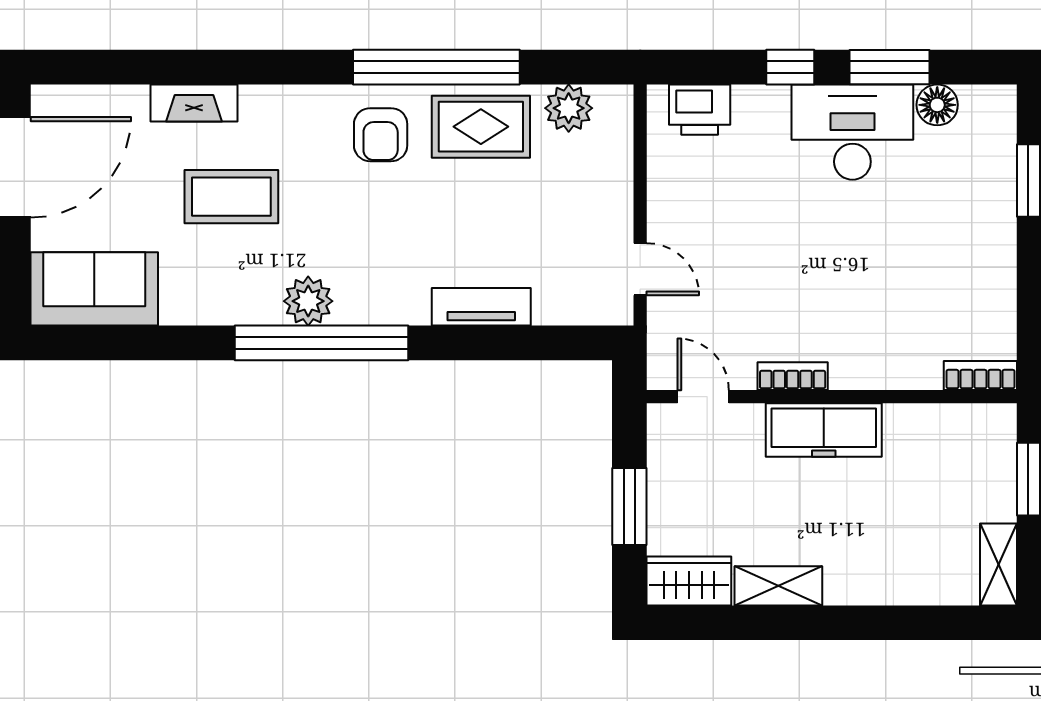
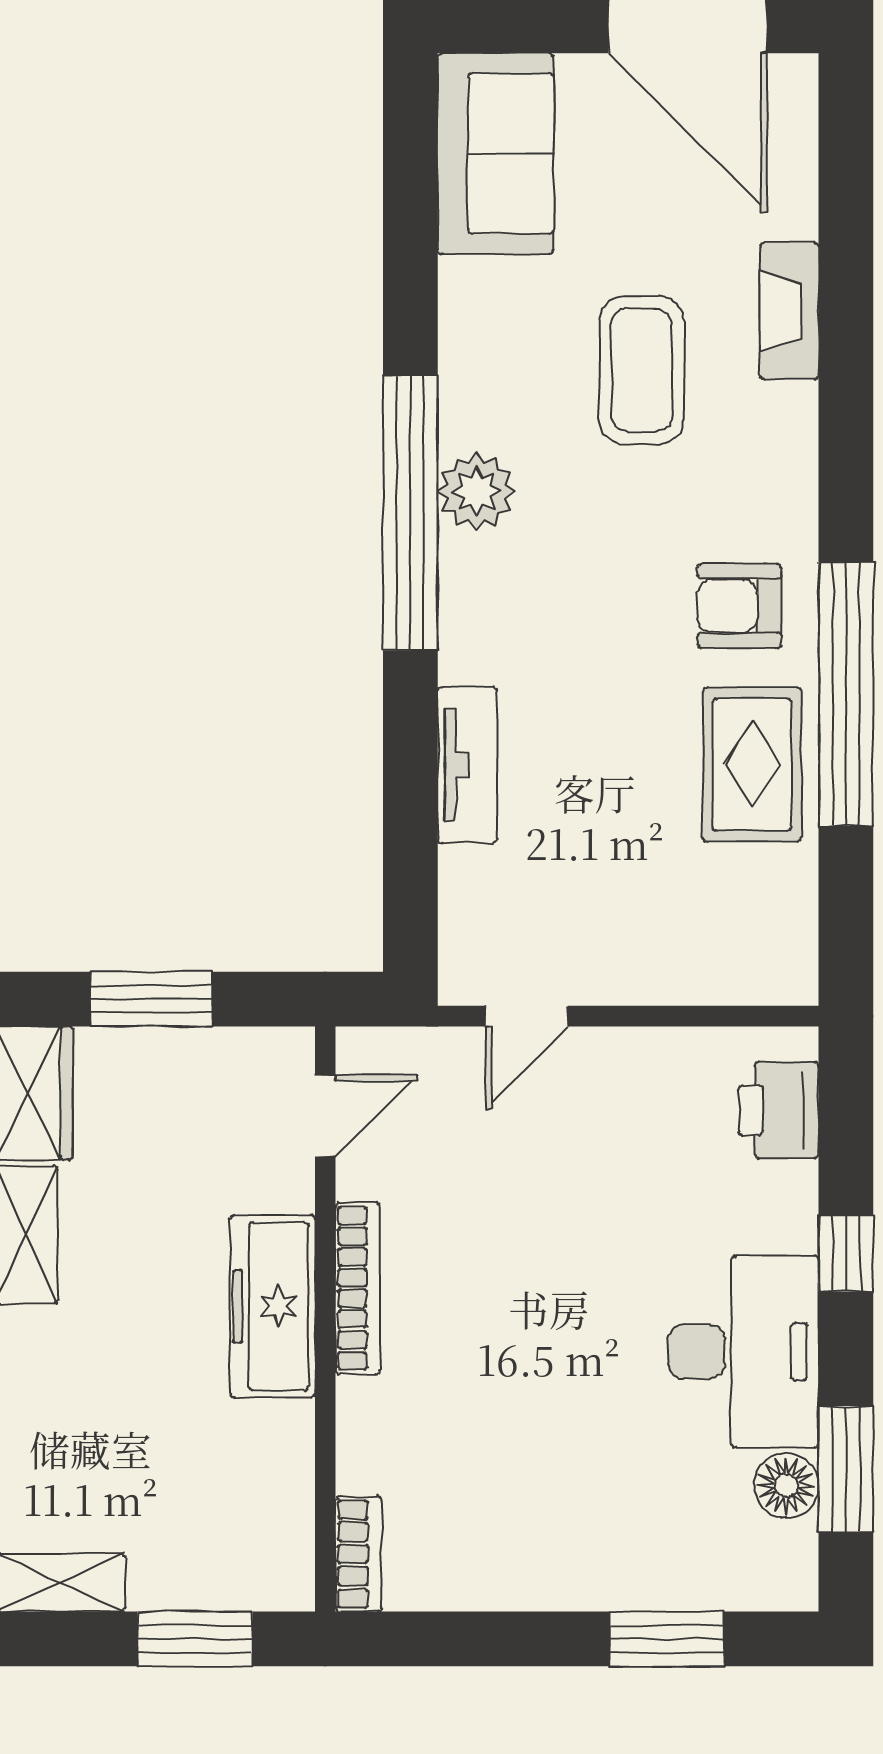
window: (890, 67) -> (846, 1469), moved
plant: (569, 108) -> (781, 903), removed
bookcase: (793, 376) -> (358, 1288), width x1.56

